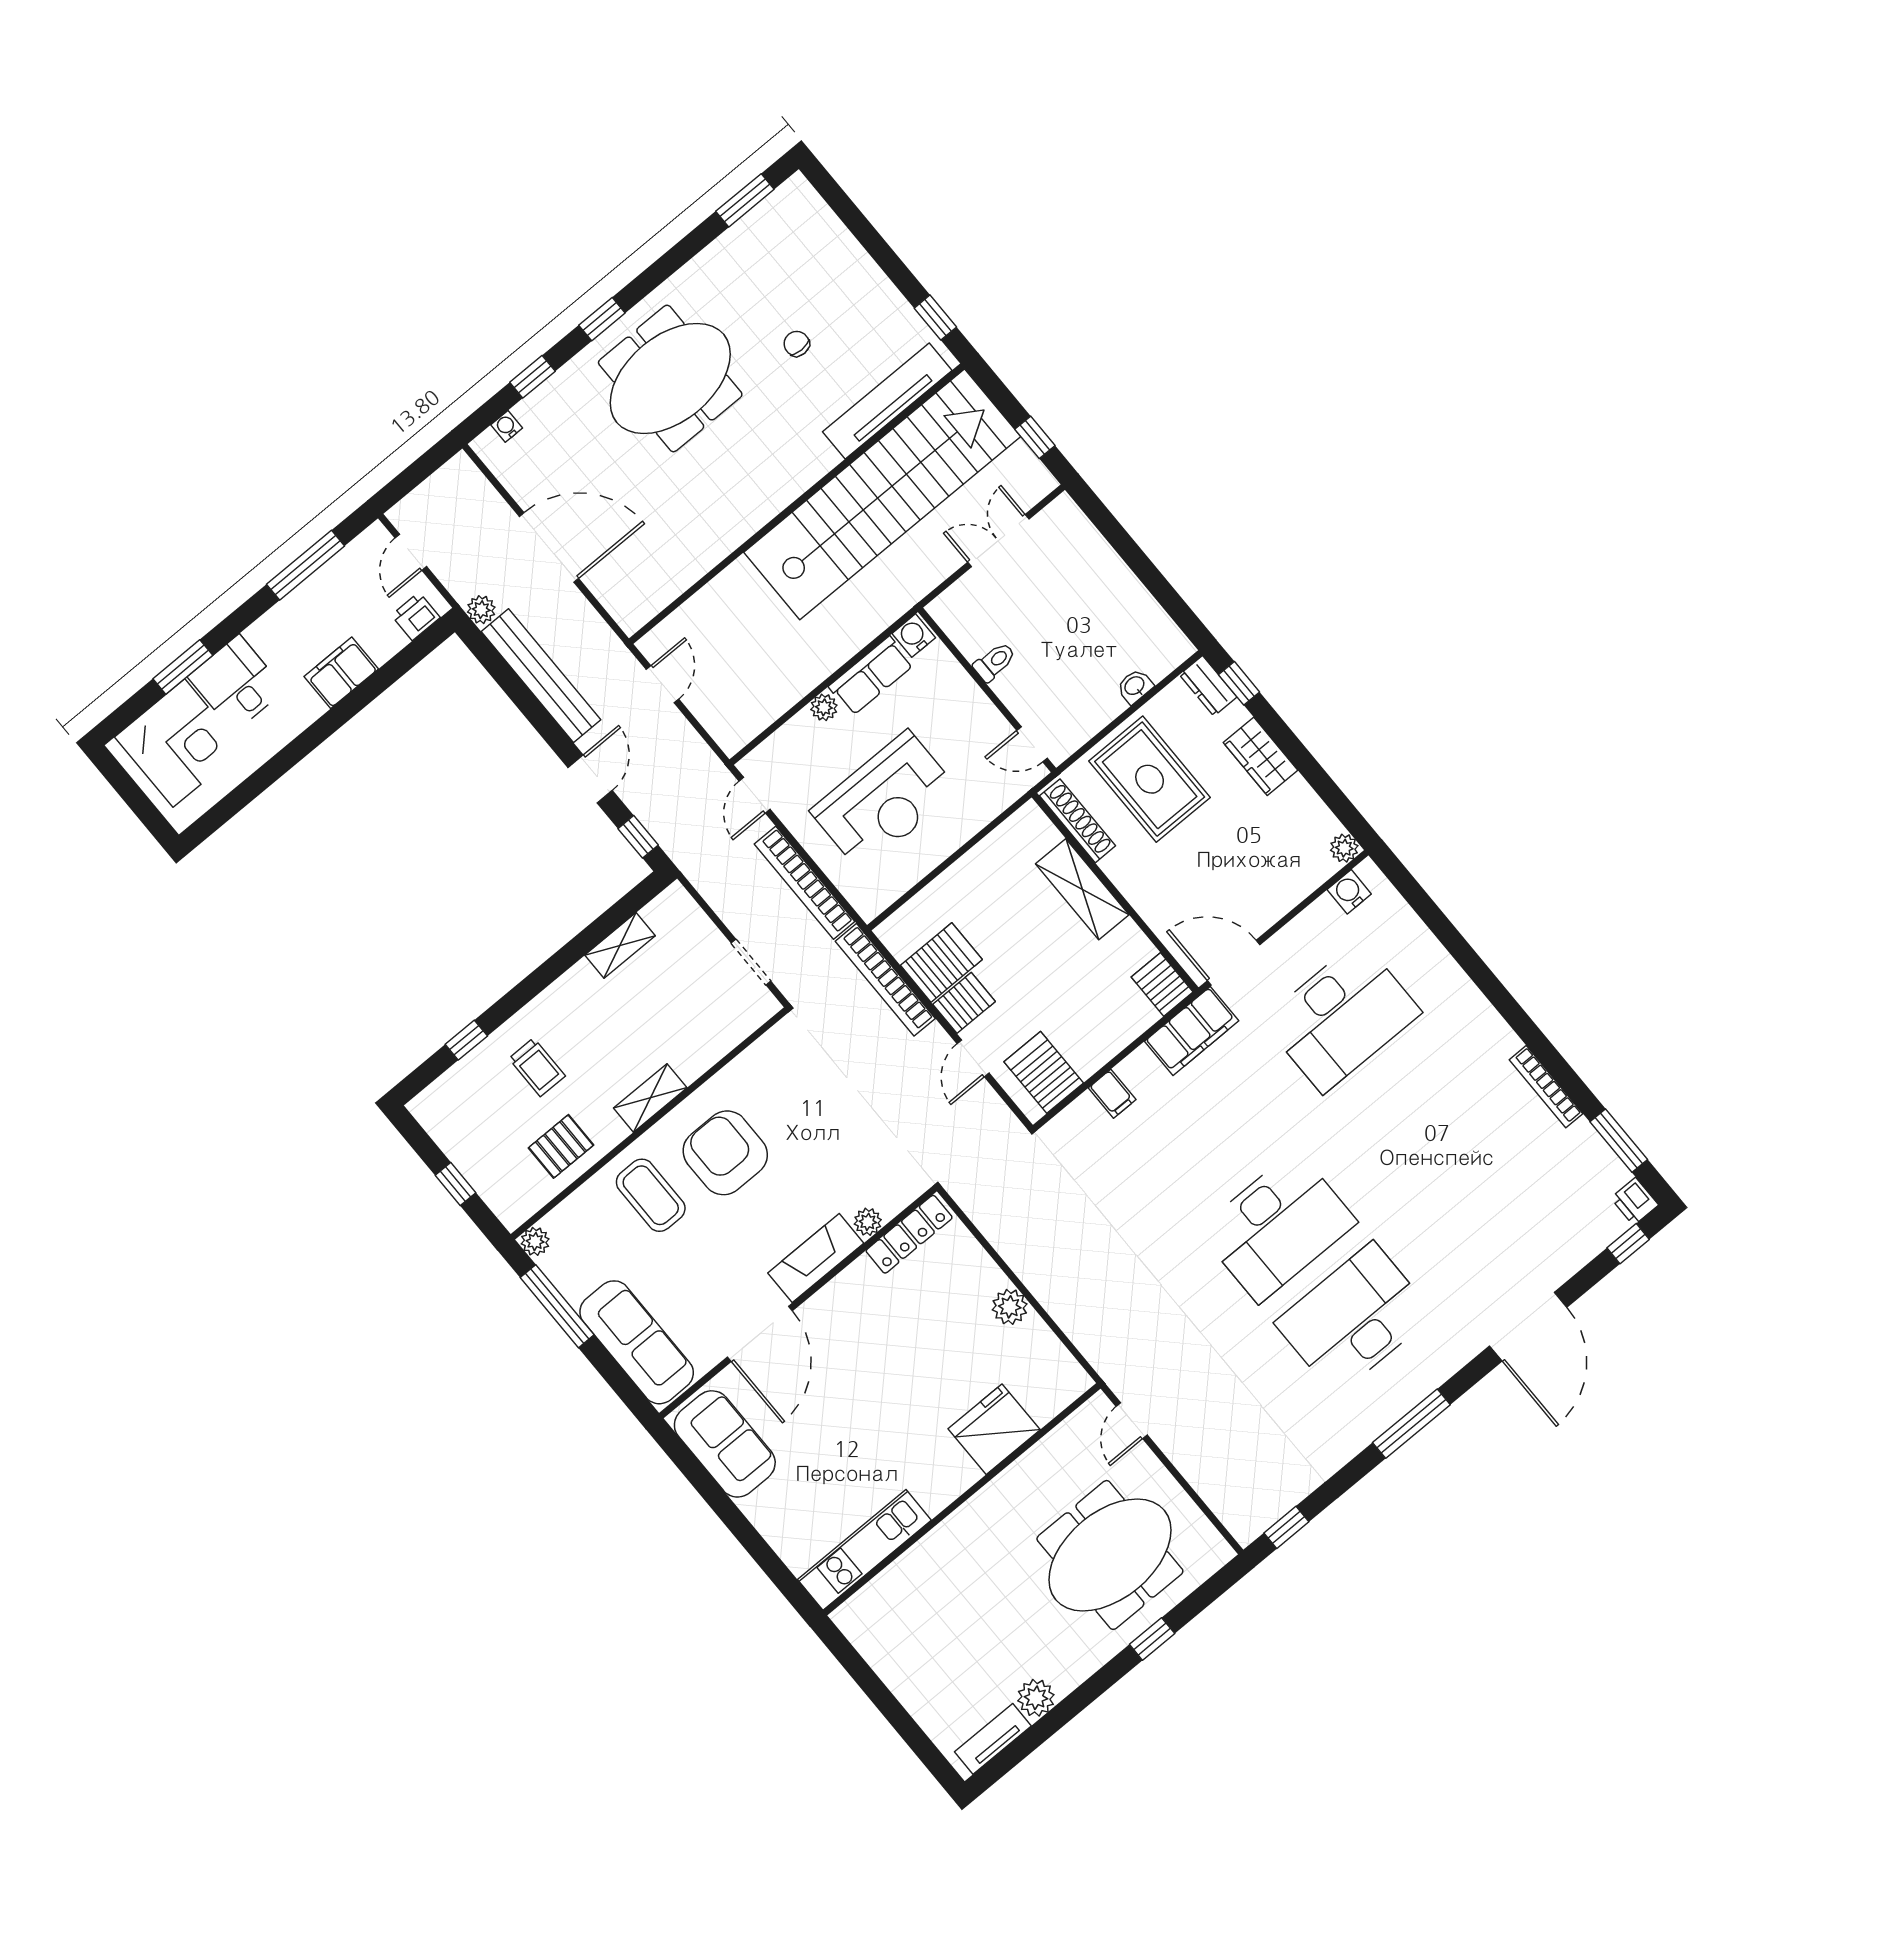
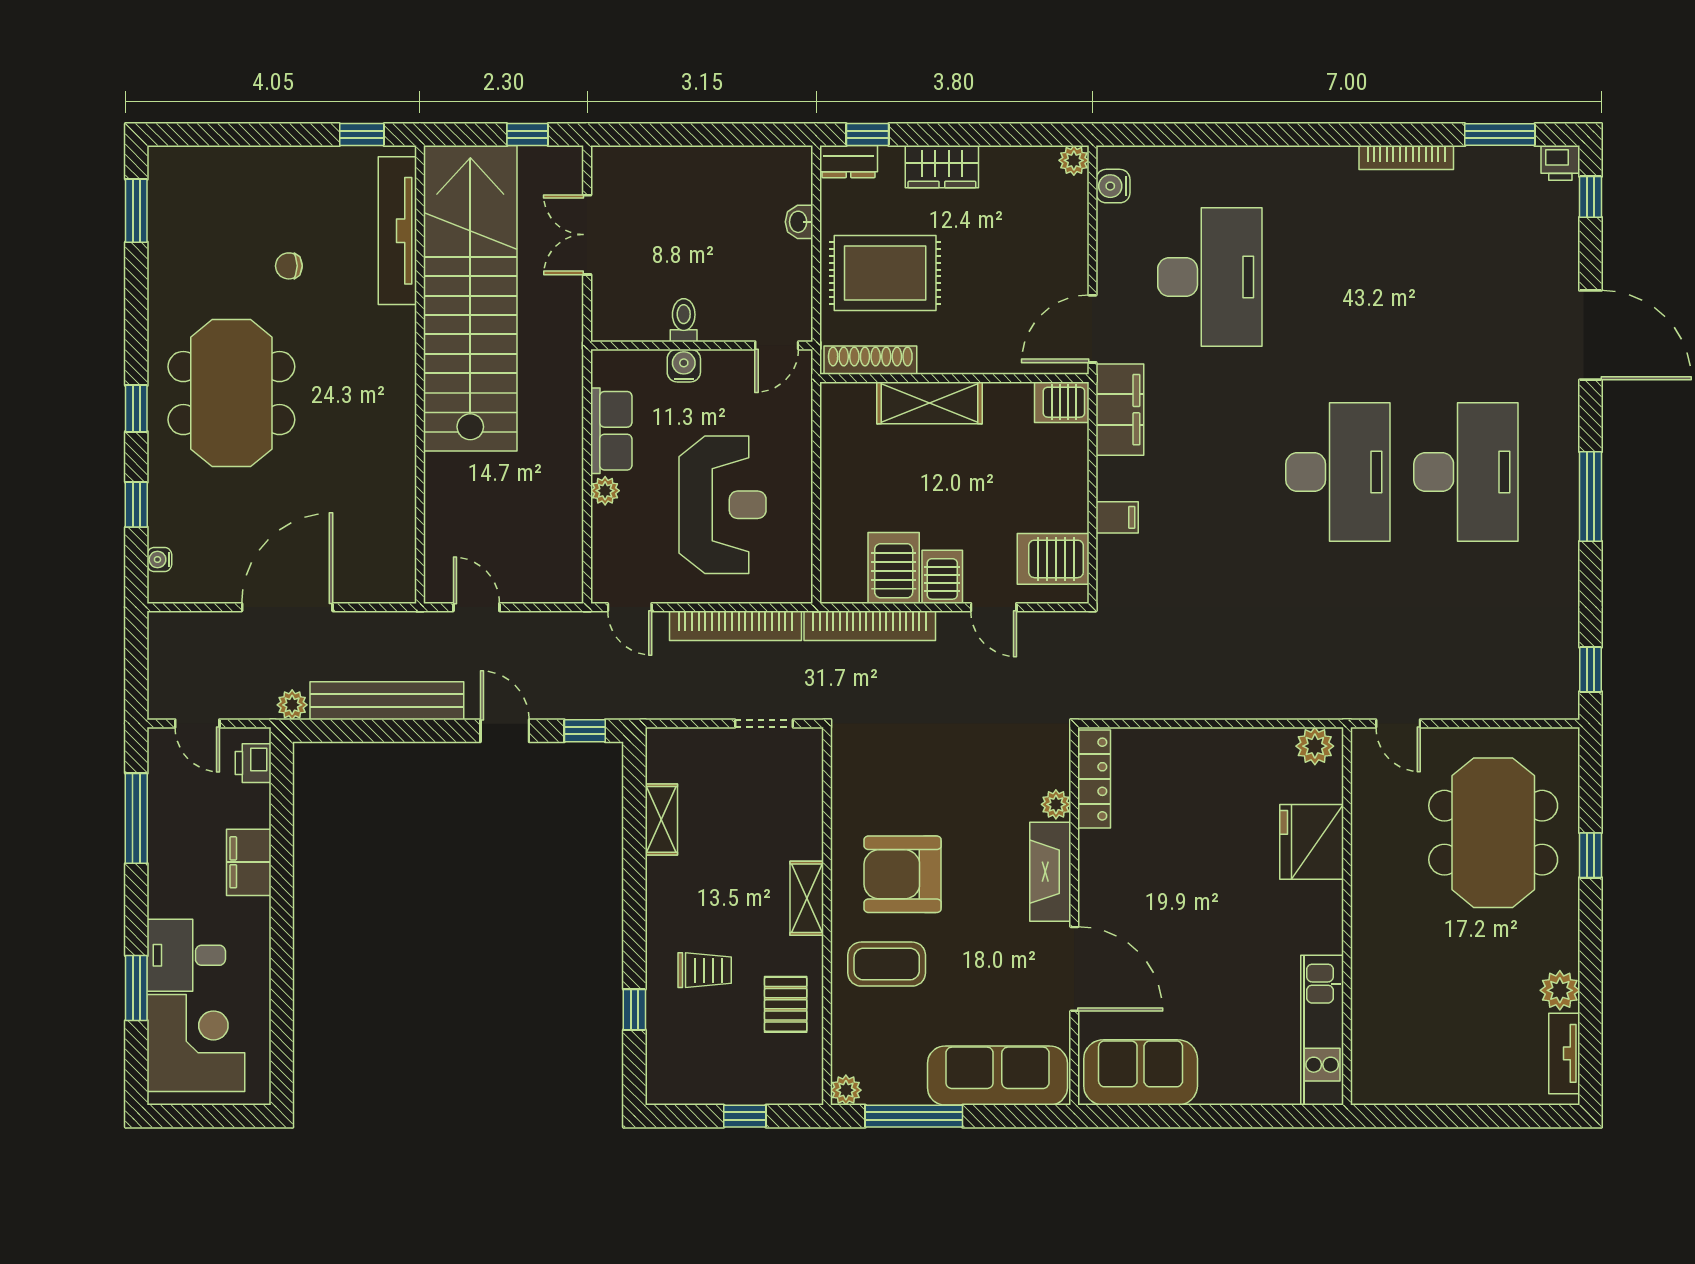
water cooler: (914, 636) -> (684, 366), moved, turned 90
plant: (1010, 1307) -> (1315, 746), moved
desk: (1354, 1319) -> (1466, 472), turned 180

